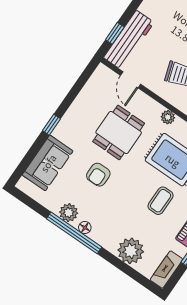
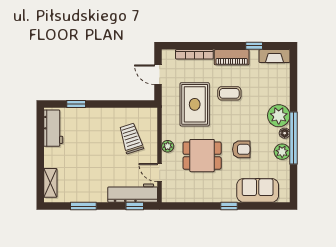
door: (131, 80) -> (160, 173), swing flipped
plant: (168, 117) -> (168, 146), moved
plant: (131, 251) -> (279, 116), moved

